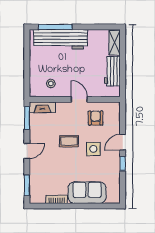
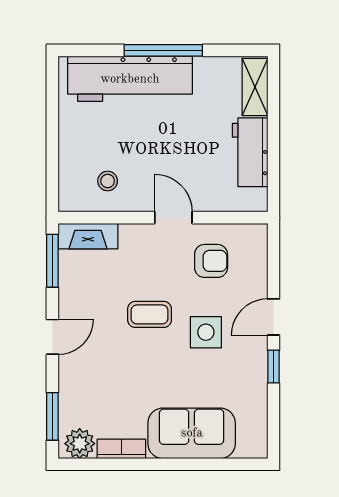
window: (55, 27) -> (163, 50), moved
armchair: (96, 118) -> (211, 261), turned 90
plant: (39, 197) -> (80, 444), added

